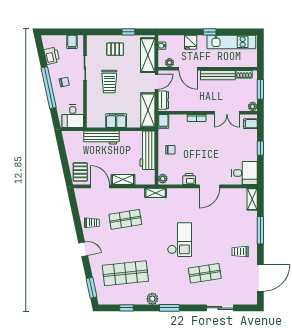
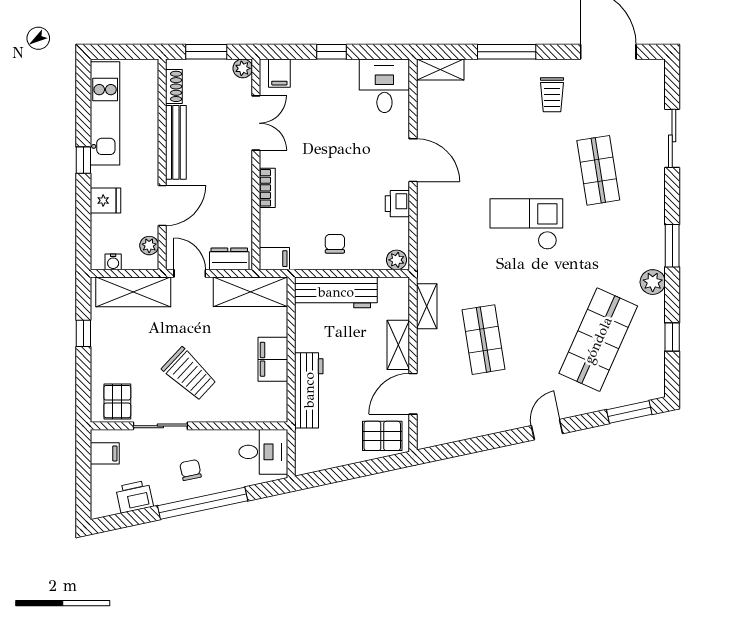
pallet: (115, 49) -> (117, 402), moved
trolley: (109, 81) -> (189, 374), turned 43
shelving: (156, 193) -> (427, 306), moved
trolley: (92, 223) -> (491, 411), removed
shop shelf: (125, 273) -> (598, 340), turned 30

